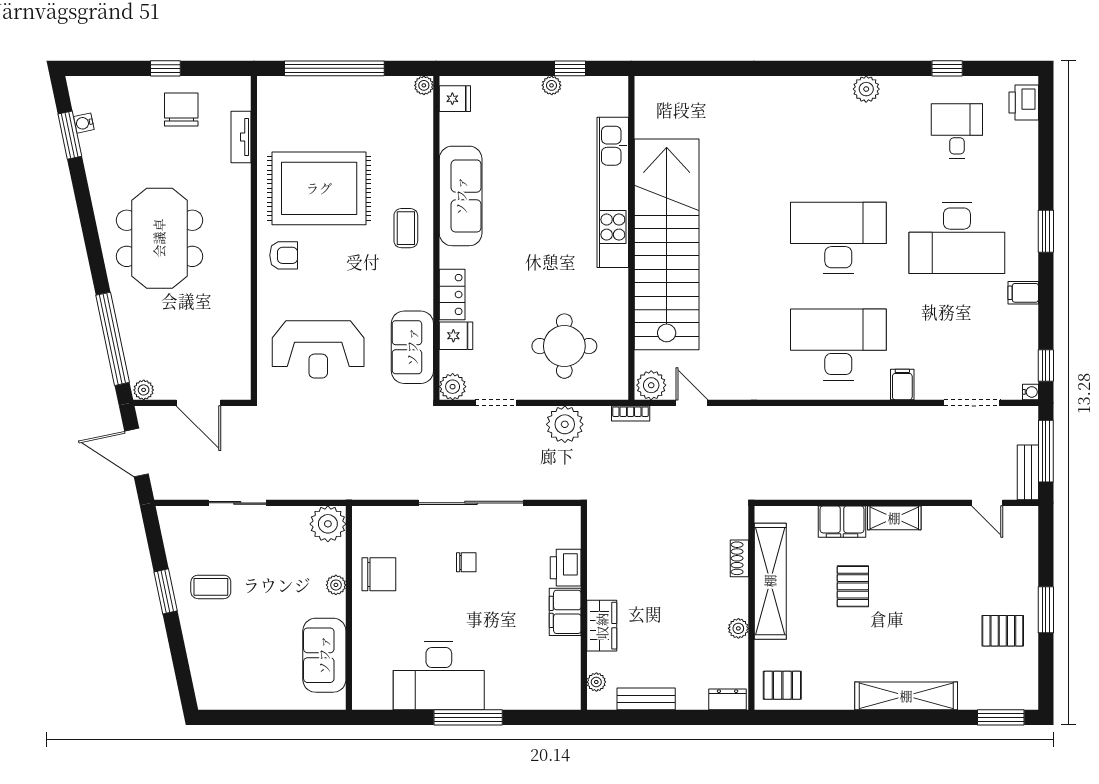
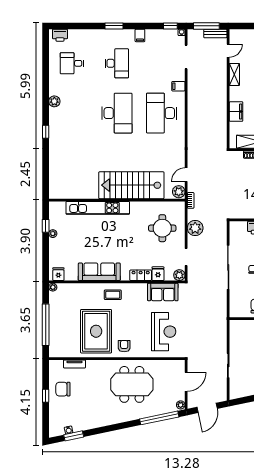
window: (947, 68) -> (46, 132), moved
meeting table: (159, 238) -> (132, 384), moved
desk: (838, 238) -> (117, 113), turned 180
desk: (957, 238) -> (117, 63), width x0.73, depth x0.77
stairs: (667, 244) -> (131, 185), width x0.73
shelving: (894, 518) -> (234, 74), moved
plant: (328, 524) -> (237, 327), removed

